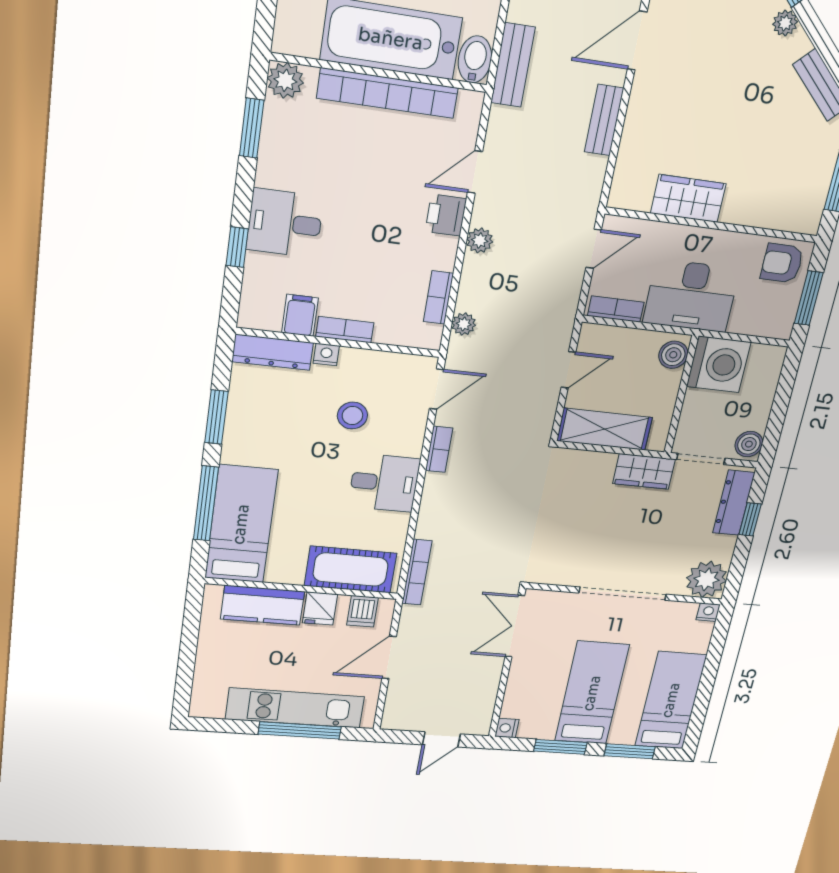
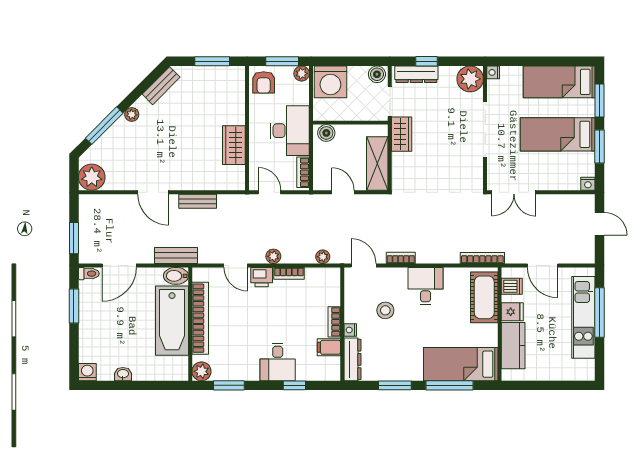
bookcase: (438, 297) -> (289, 273), moved
plant: (781, 327) -> (302, 73), added
washing machine: (719, 364) -> (330, 82), moved, turned 180

